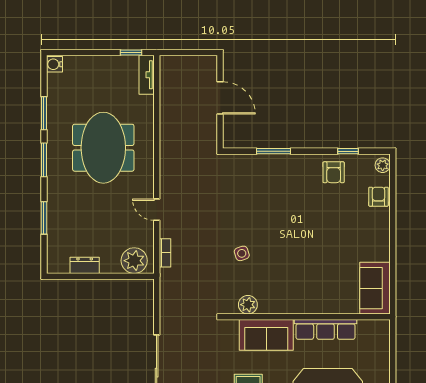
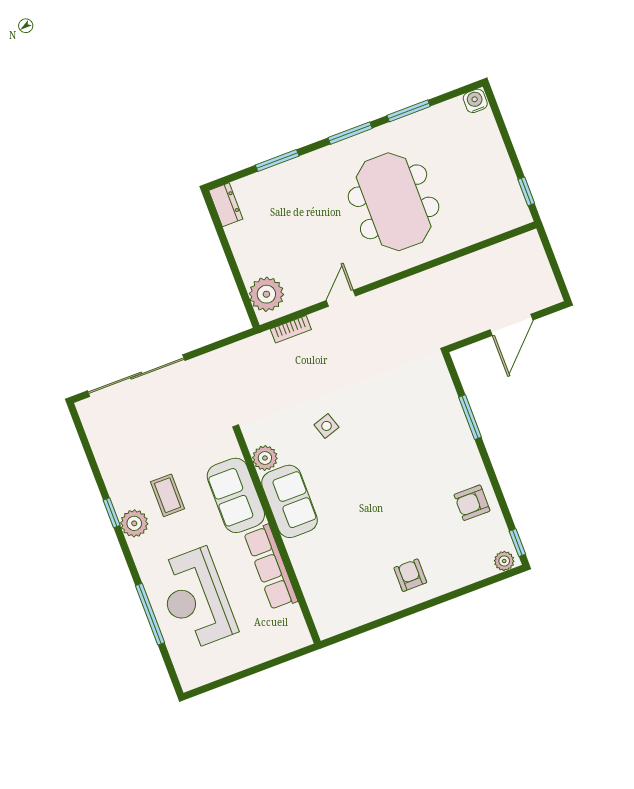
tv unit: (147, 75) -> (506, 221), removed
meeting table: (103, 148) -> (394, 202), turned 90
window: (348, 151) -> (517, 543), moved
armchair: (378, 197) -> (410, 575), moved, turned -90
dresser: (85, 265) -> (226, 205), moved
sofa: (375, 288) -> (290, 501), moved, turned 90

